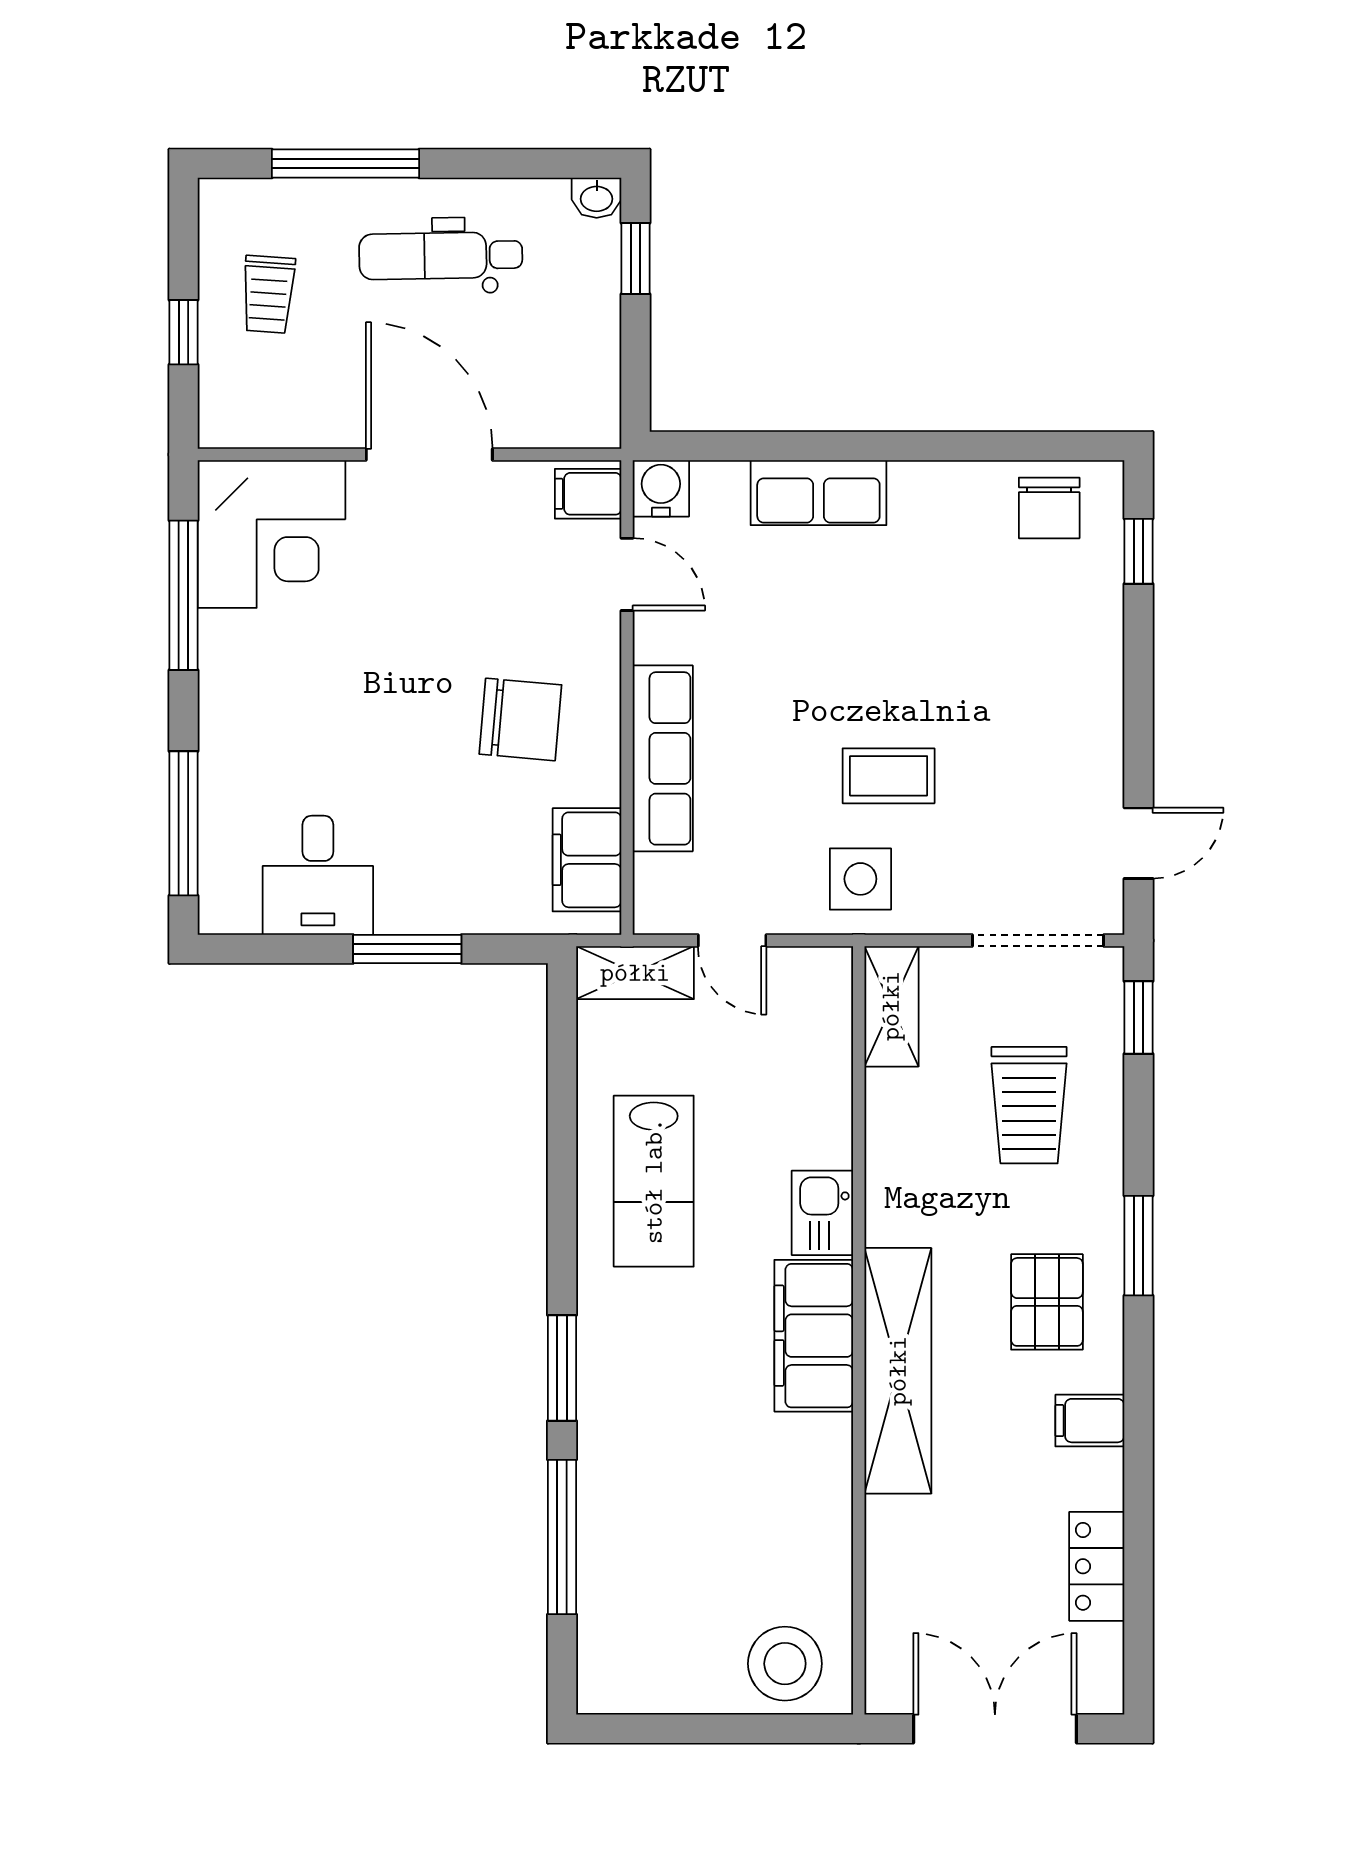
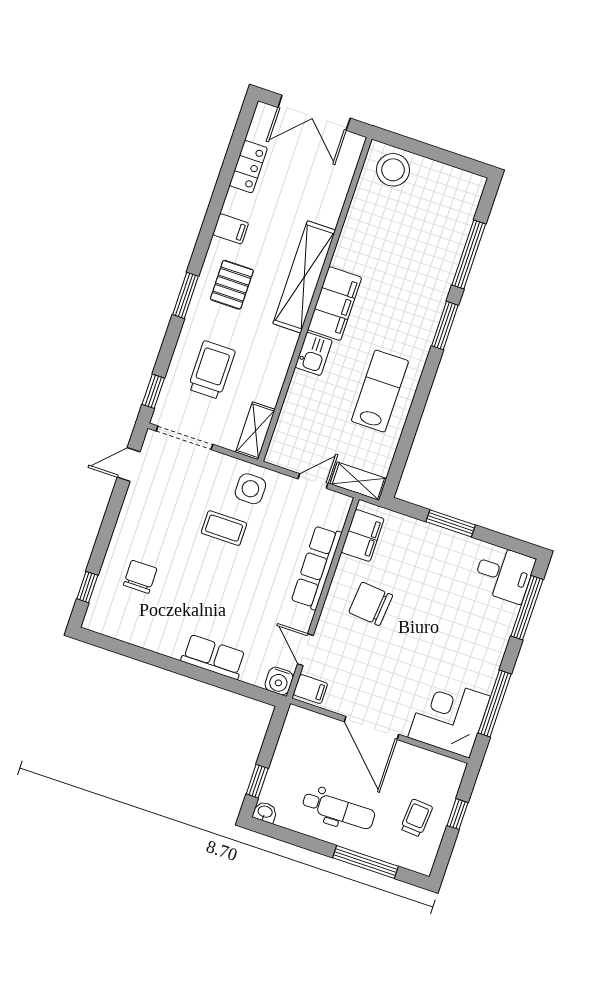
chair: (1049, 508) -> (140, 577), moved
desk: (318, 875) -> (504, 574), moved, turned 90
door: (732, 941) -> (313, 481), hinge flipped

